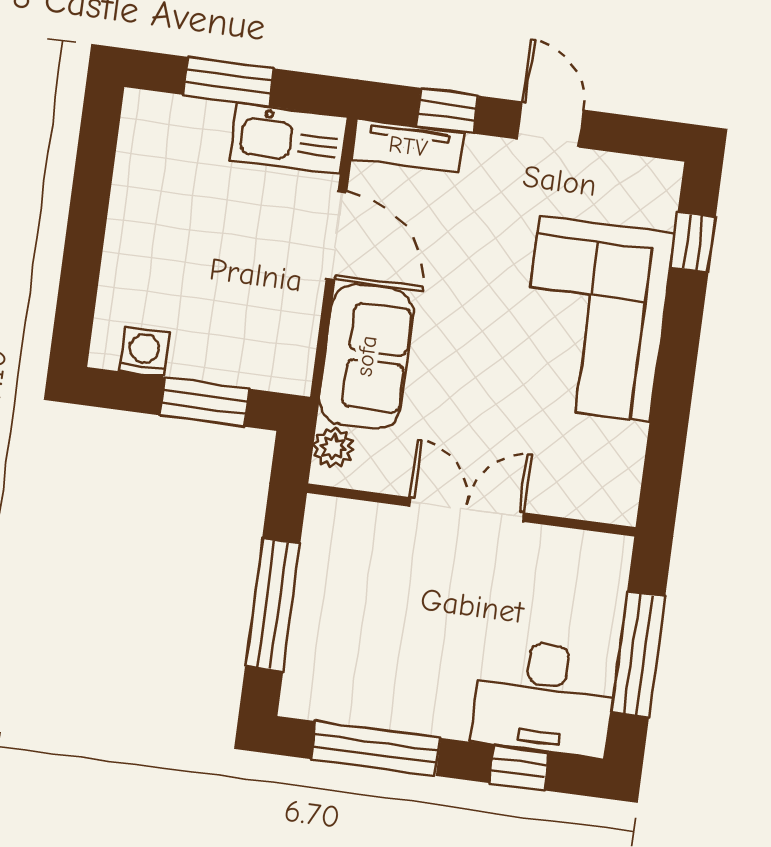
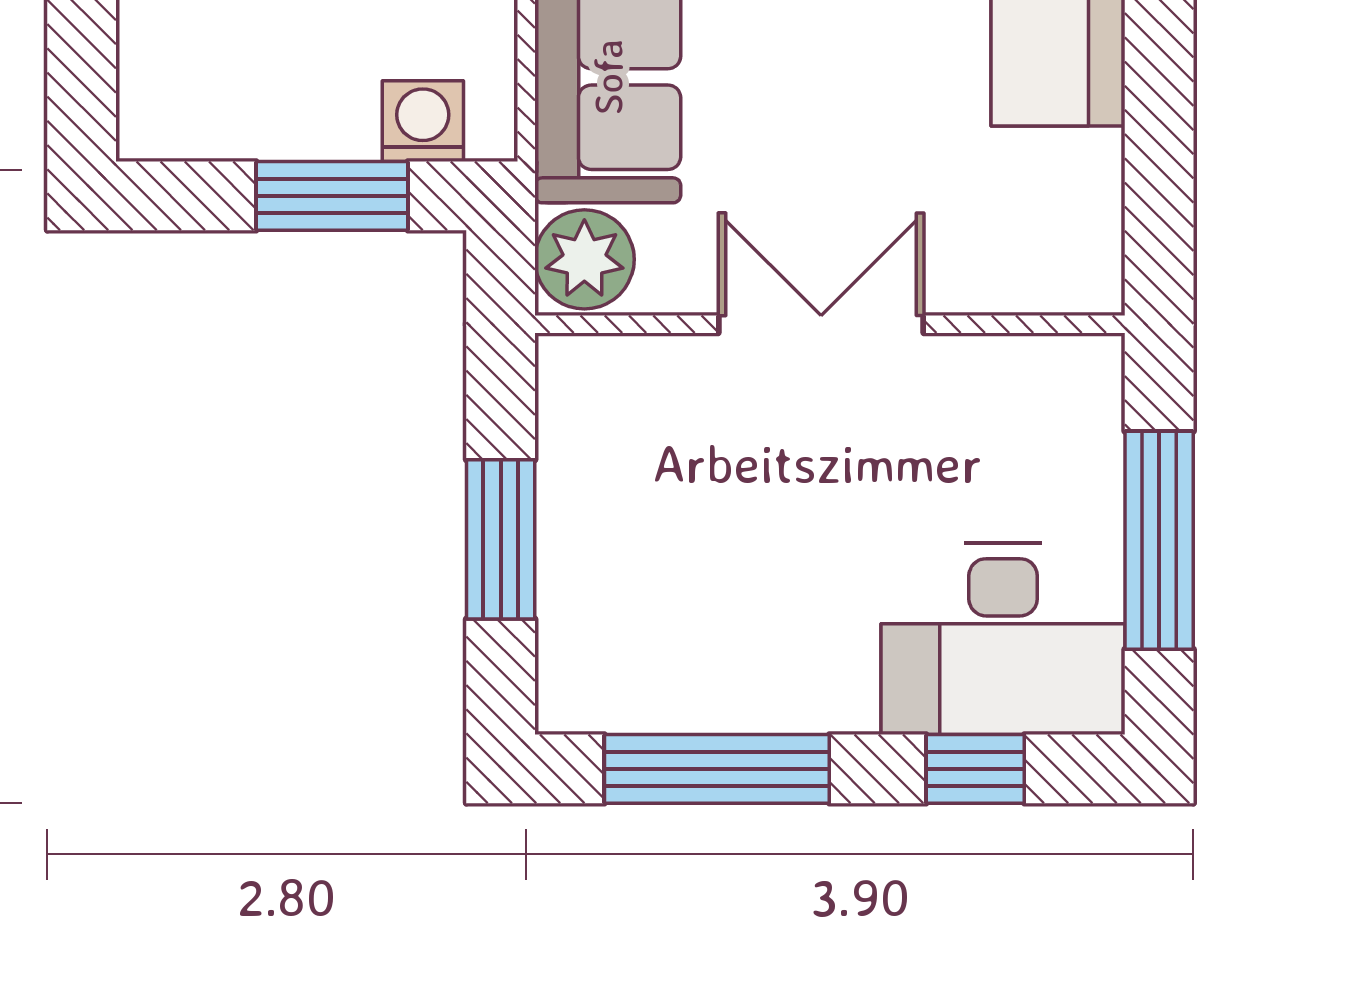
washing machine: (144, 352) -> (423, 121), moved
plant: (333, 447) -> (584, 259), width x1.38, depth x1.38
window: (273, 605) -> (501, 539), width x0.69

